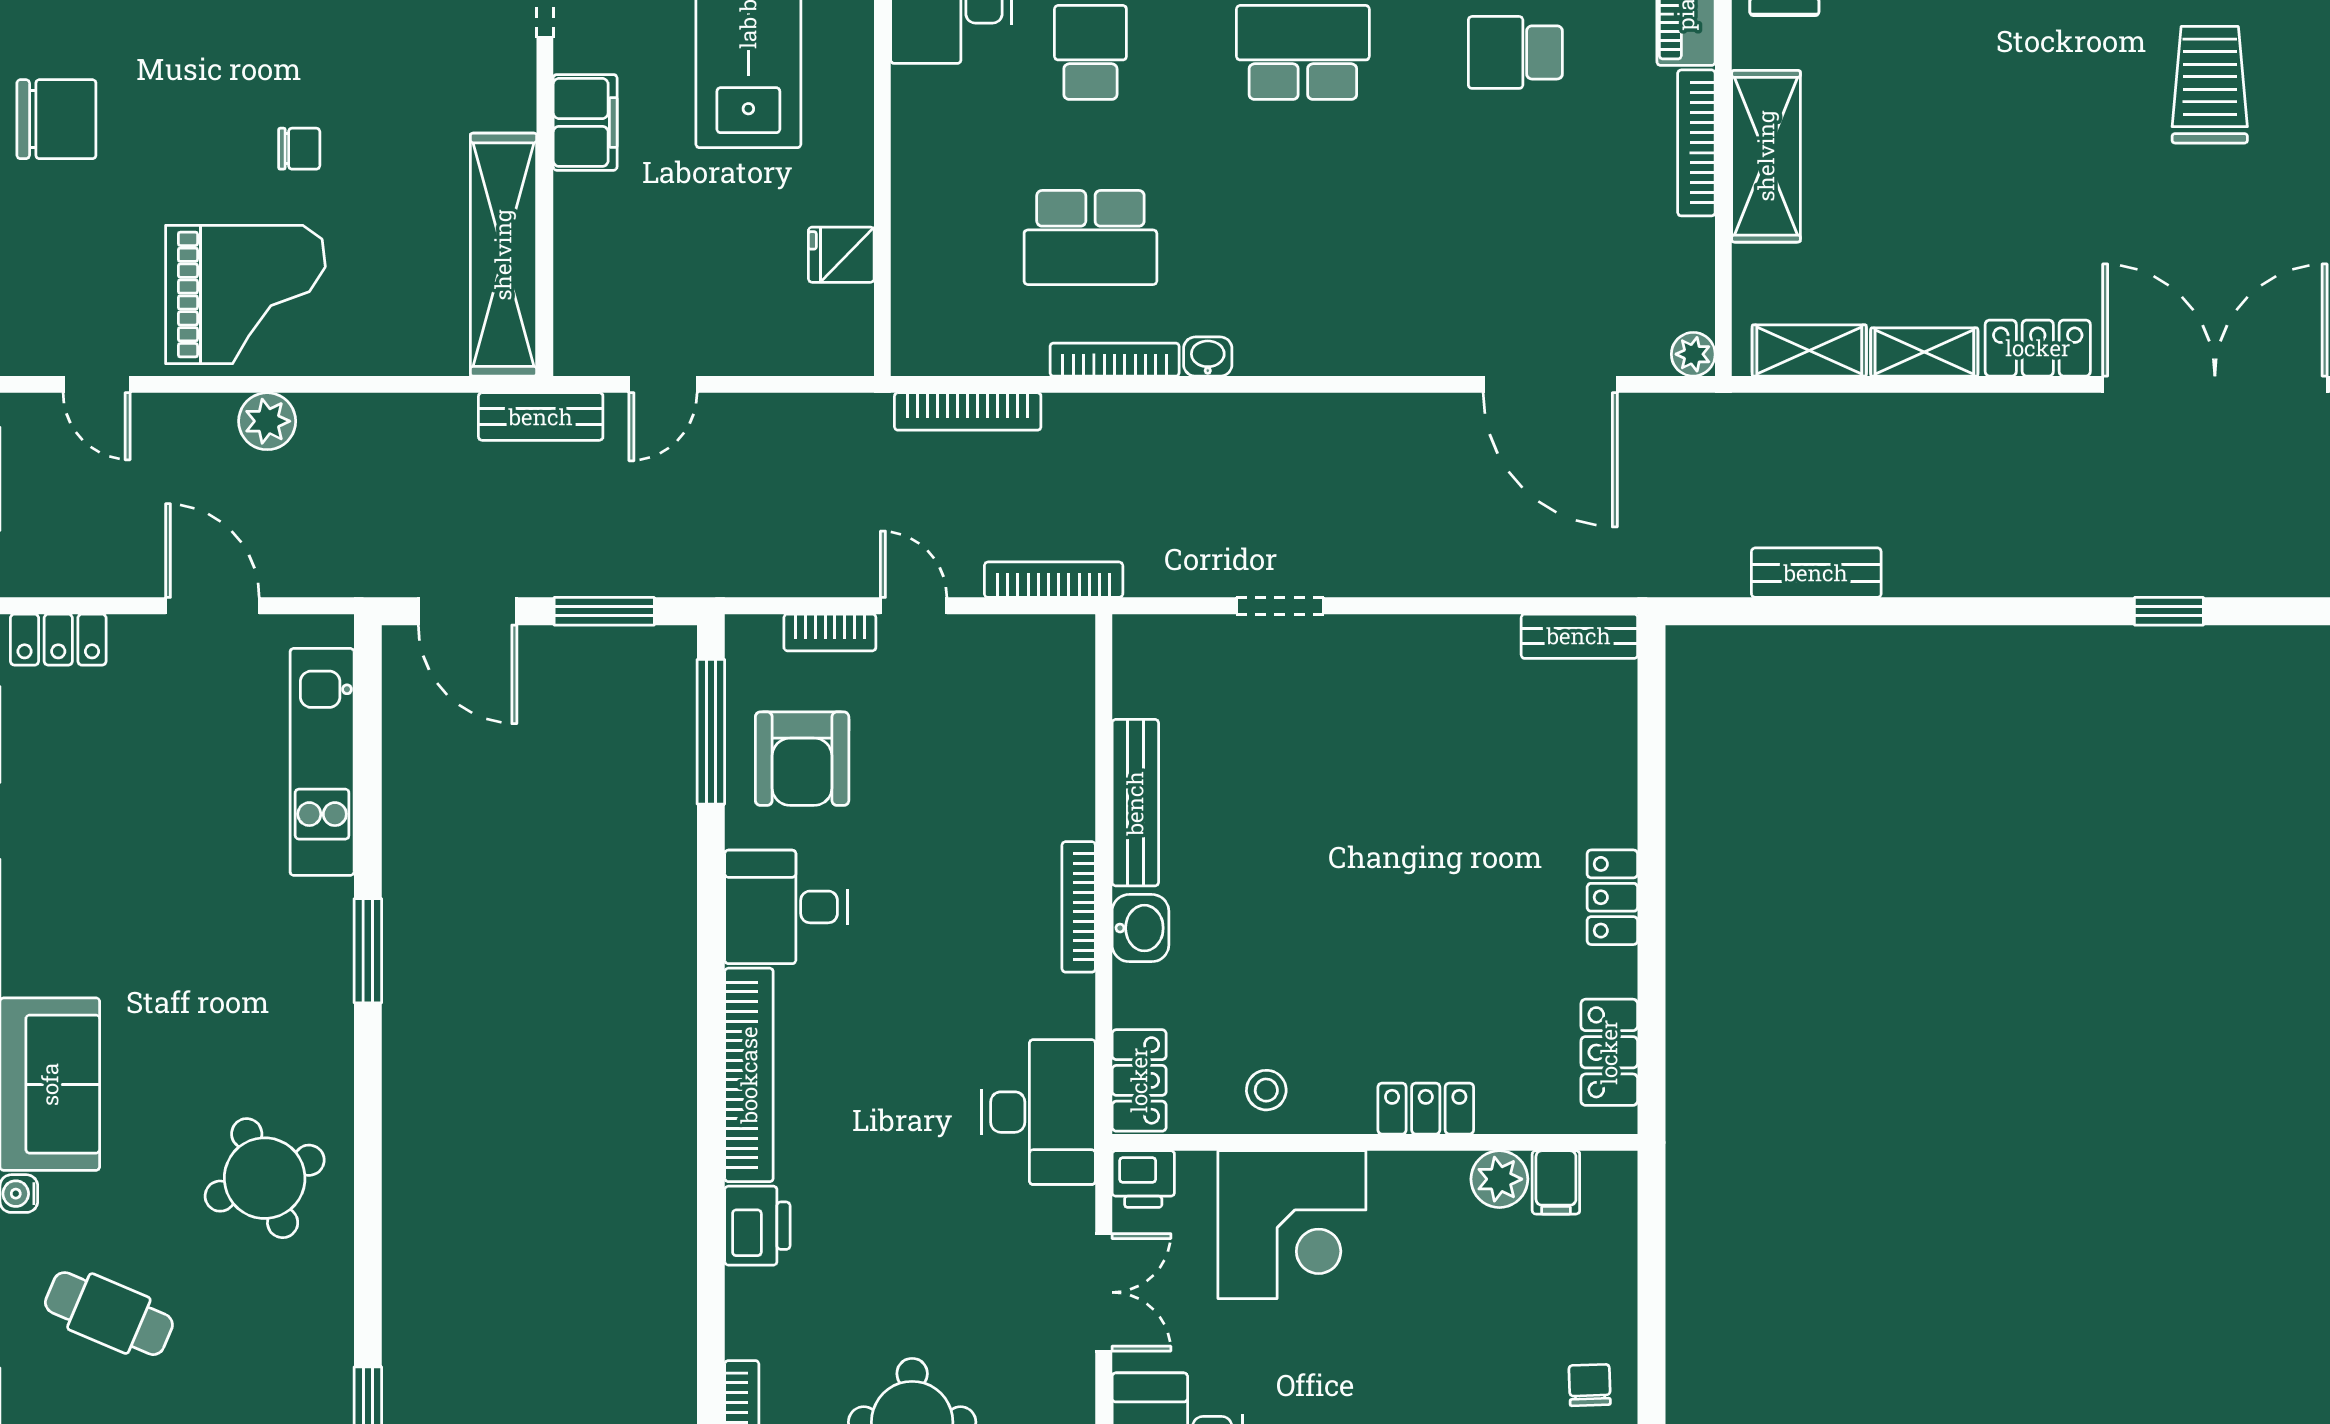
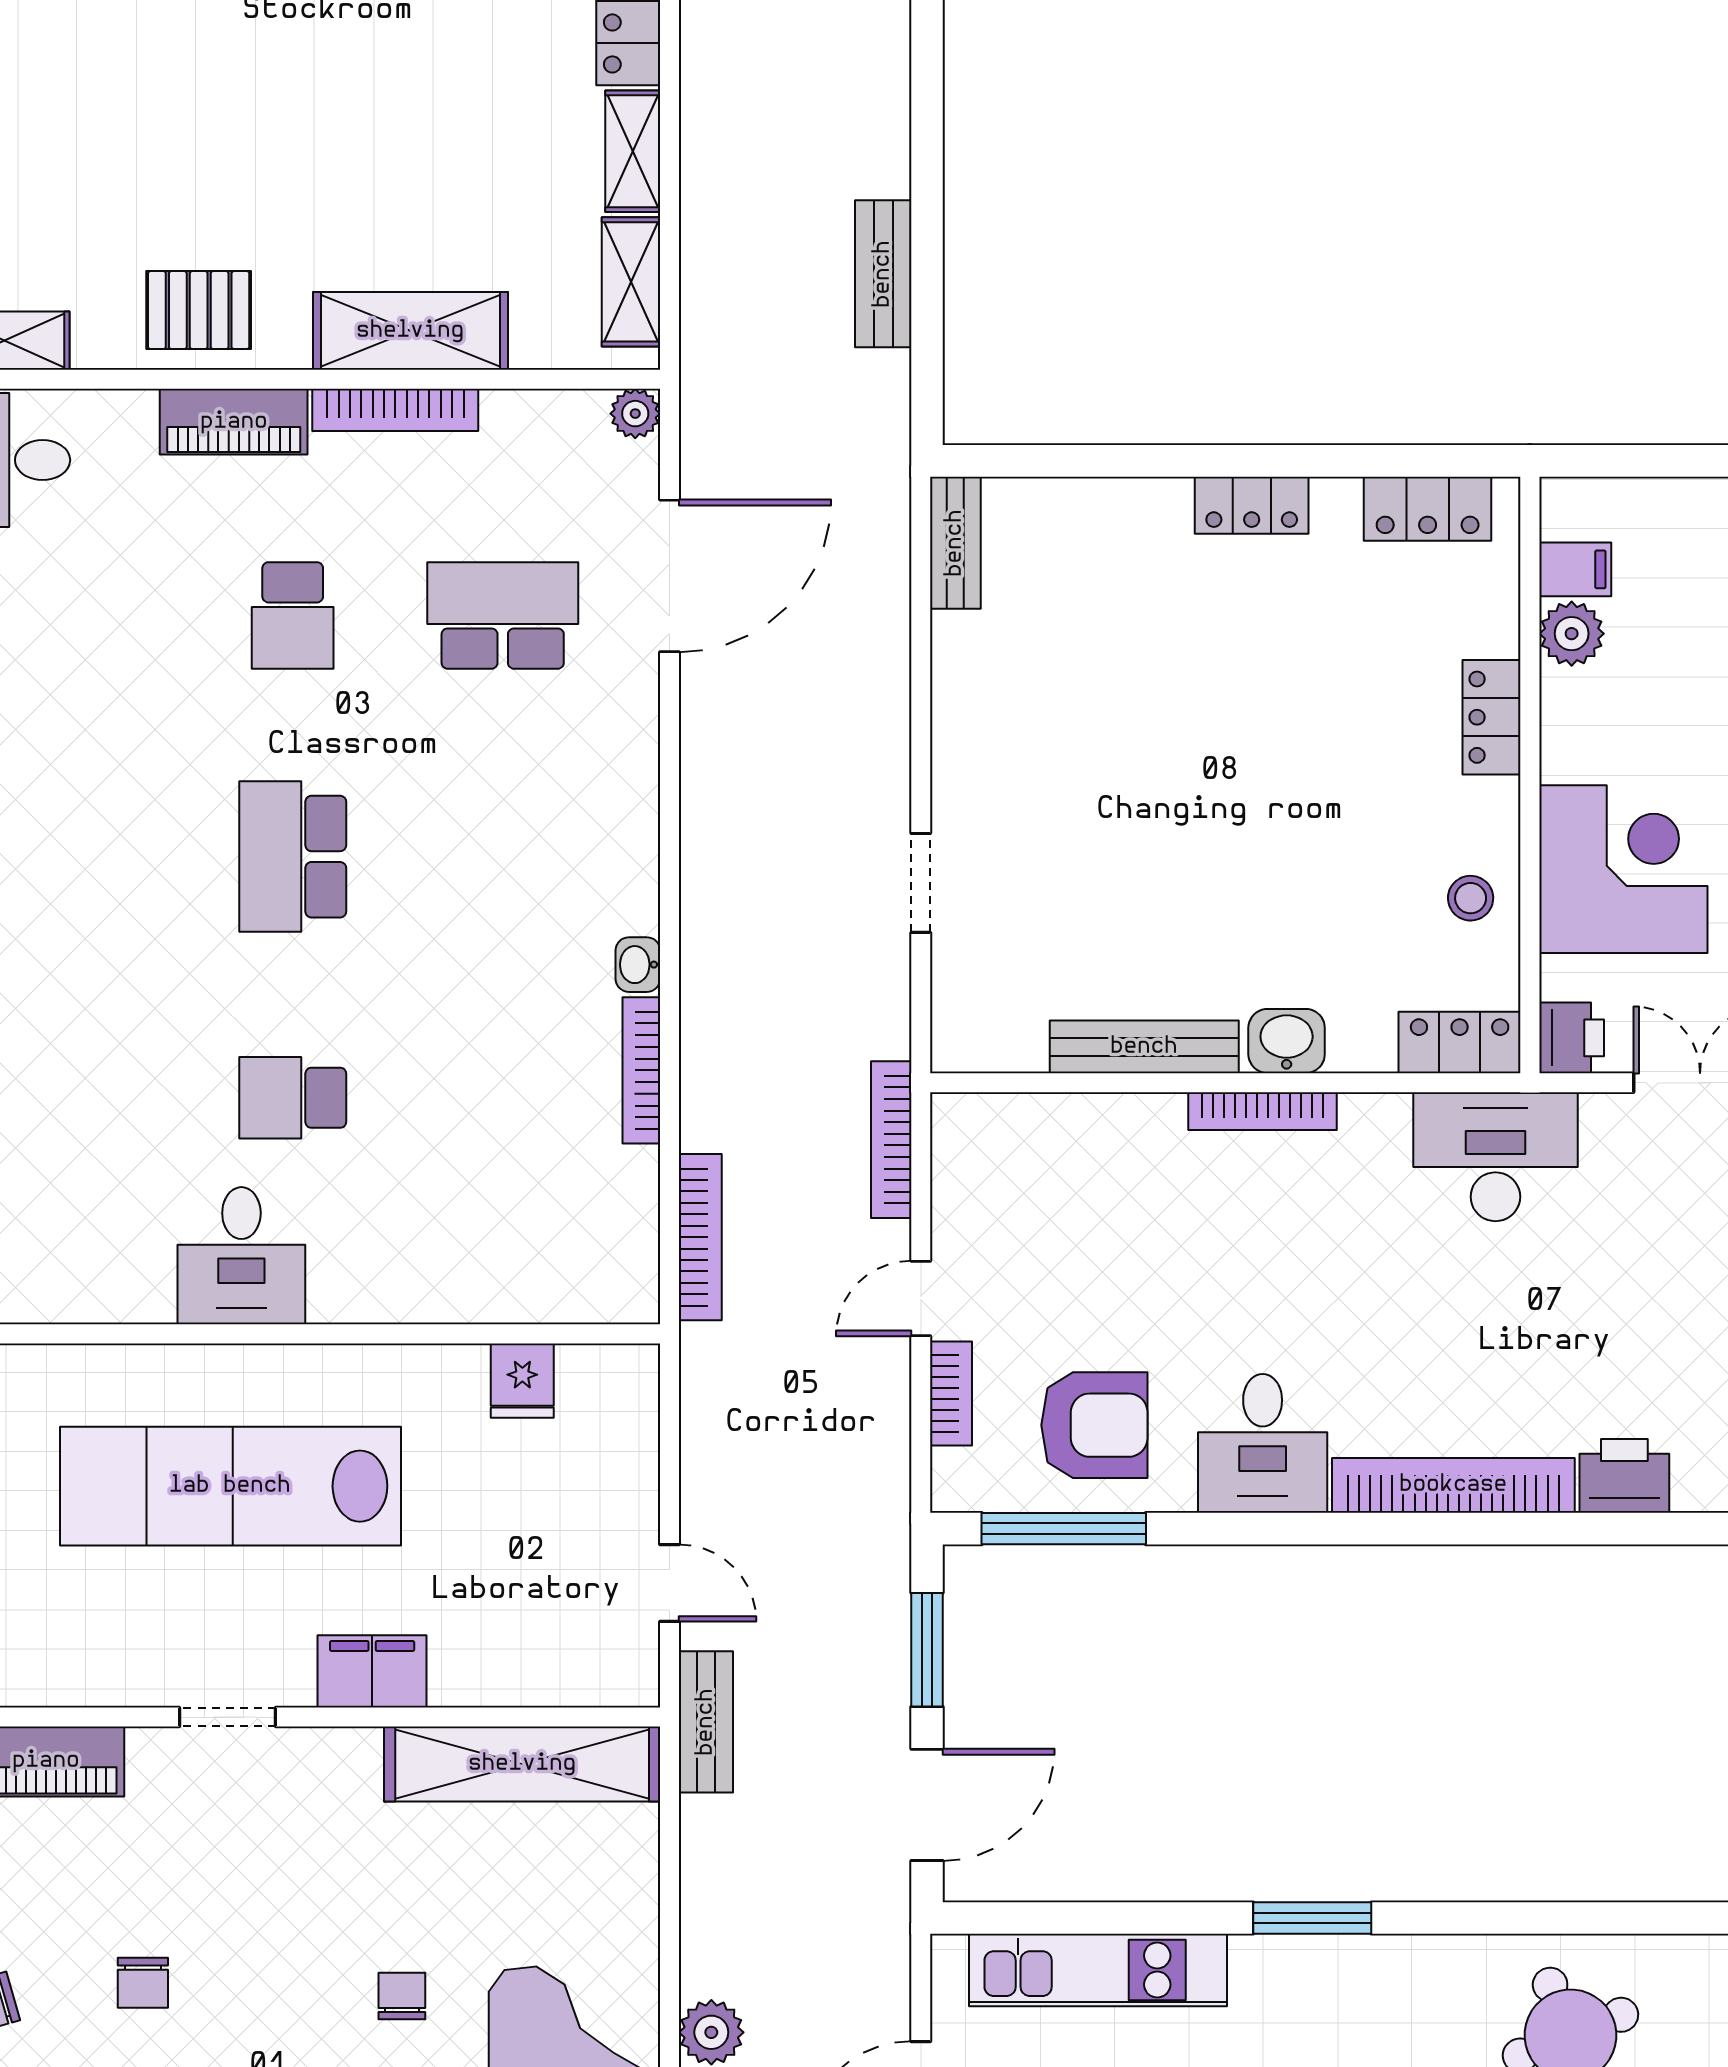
school desk: (1090, 237) -> (503, 615), moved, turned -90

